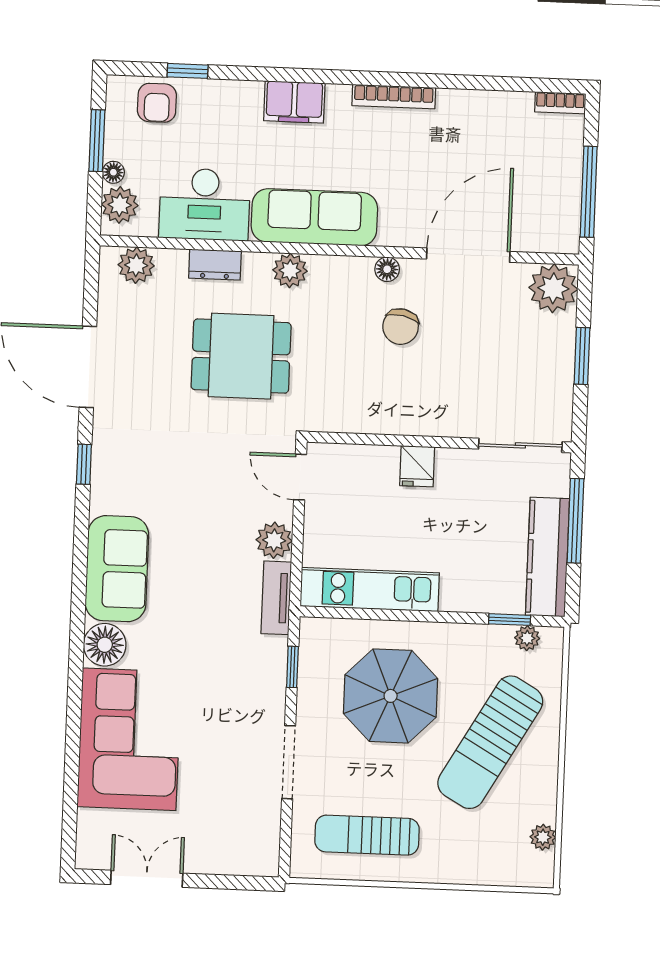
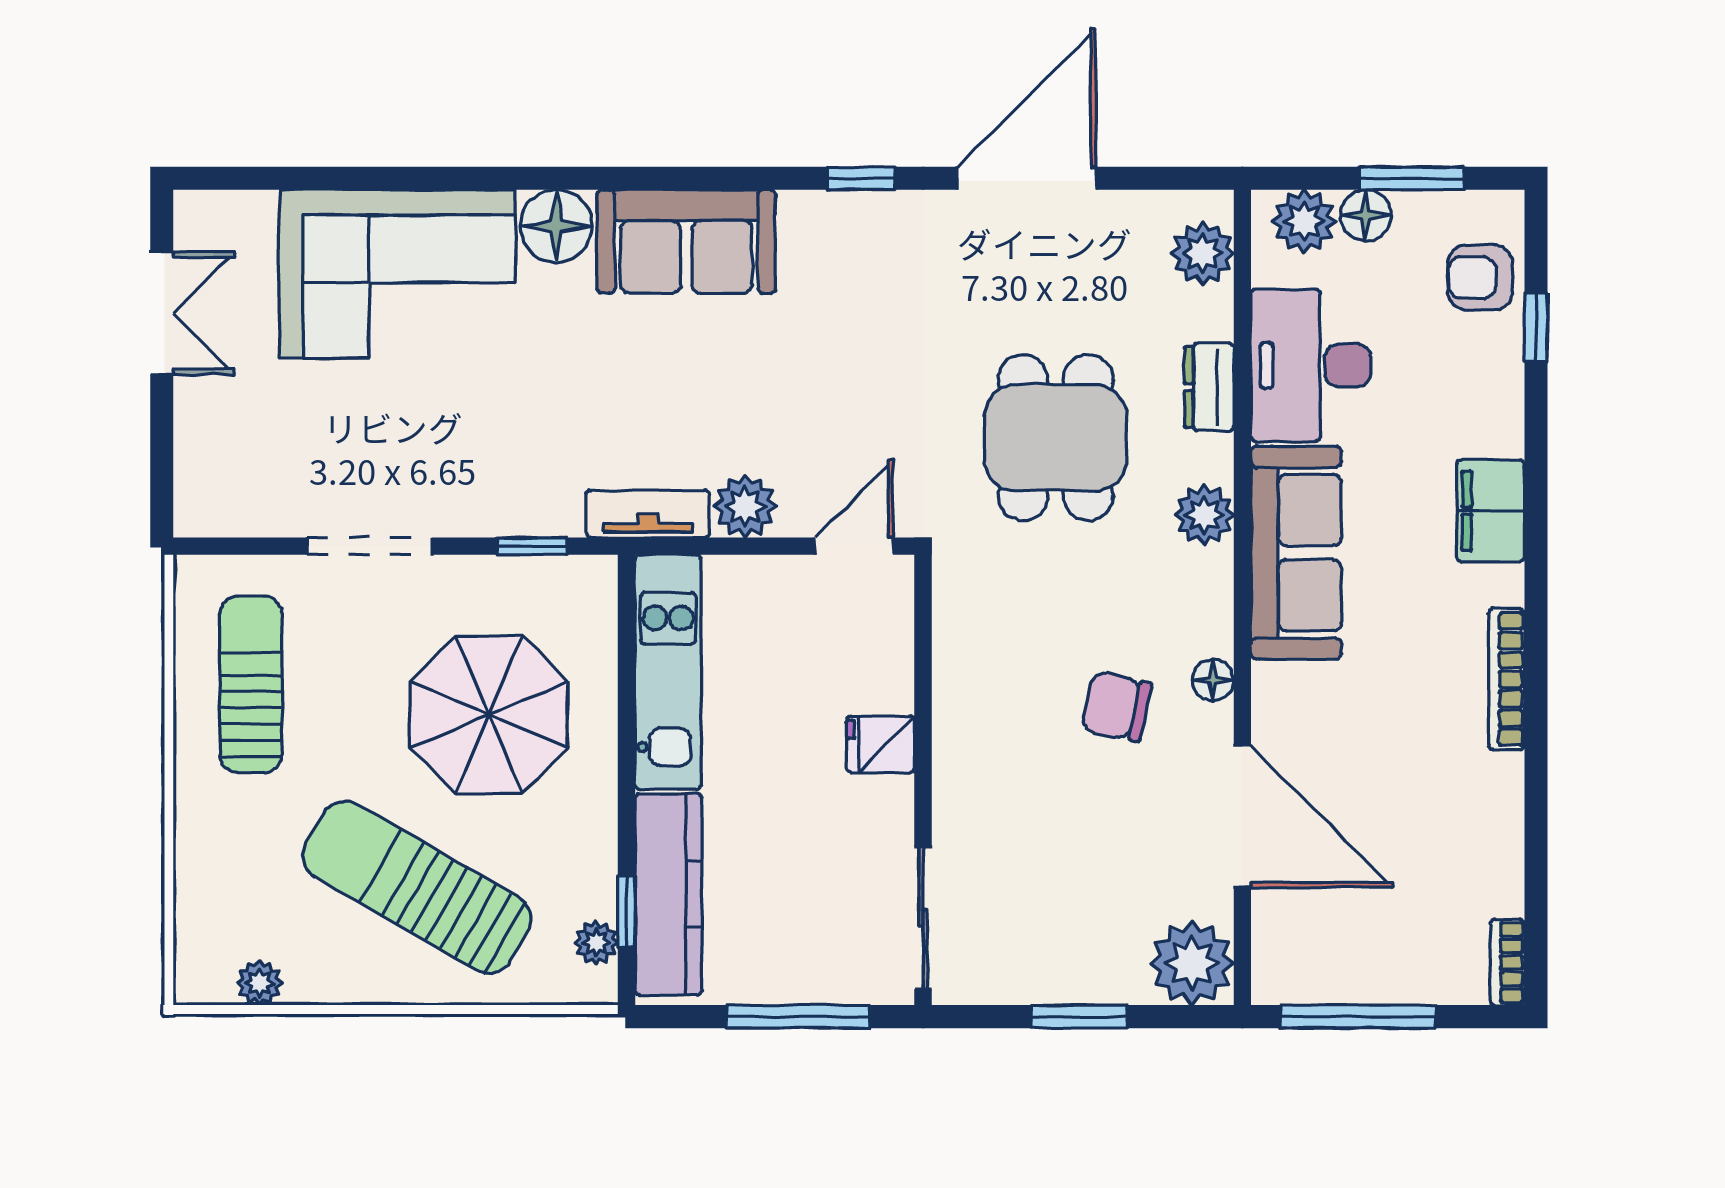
floor lamp: (113, 172) -> (1366, 215), width x1.37, depth x1.37
kitchen counter: (548, 557) -> (669, 894), moved, turned 90

